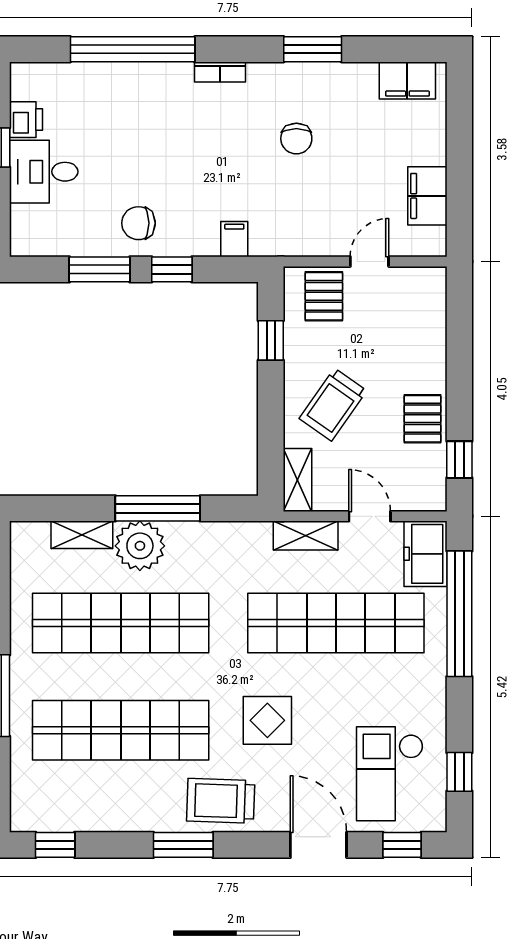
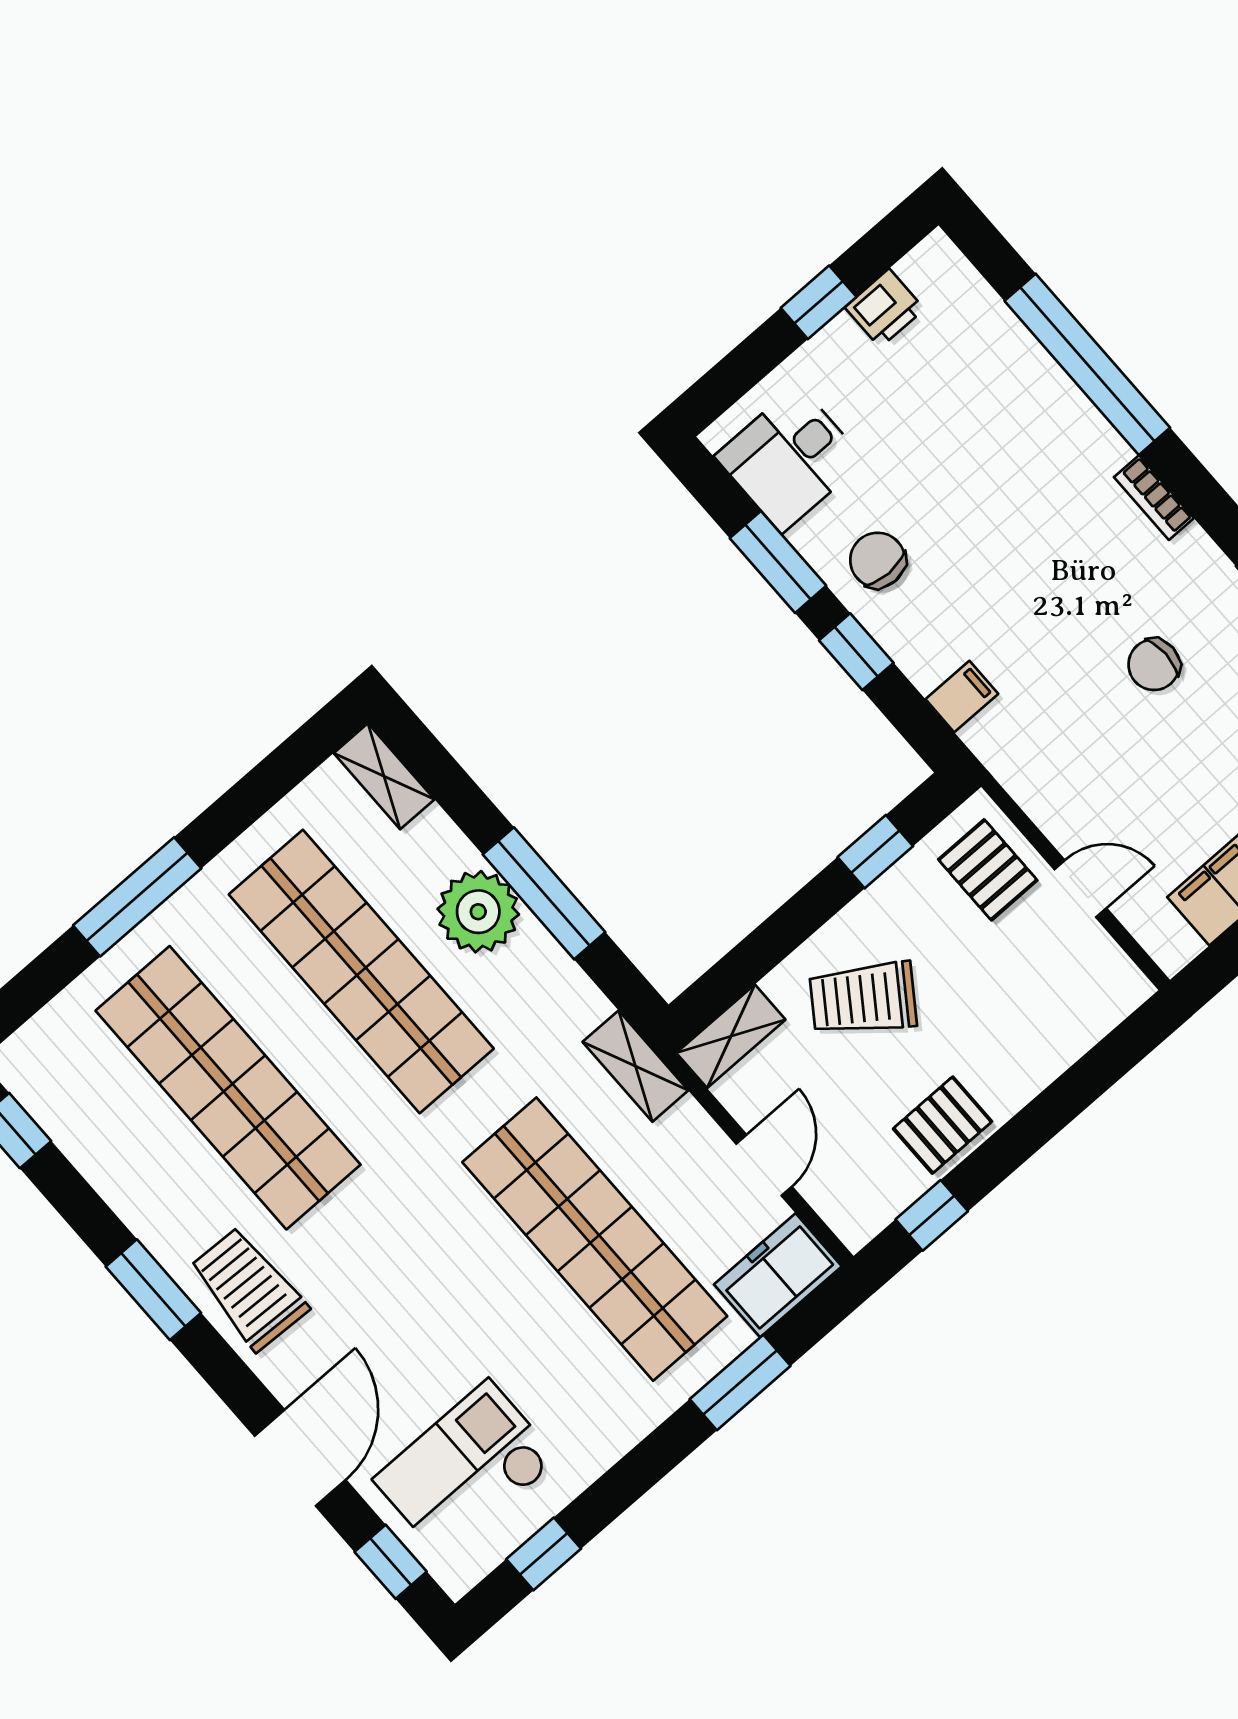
desk: (44, 172) -> (790, 459), moved, turned -90
pallet: (324, 296) -> (988, 870), turned 90
shelving: (82, 535) -> (384, 776), moved
shelving: (306, 535) -> (635, 1066), moved
window: (459, 614) -> (740, 1383), width x0.47
display table: (267, 720) -> (399, 1260), removed

